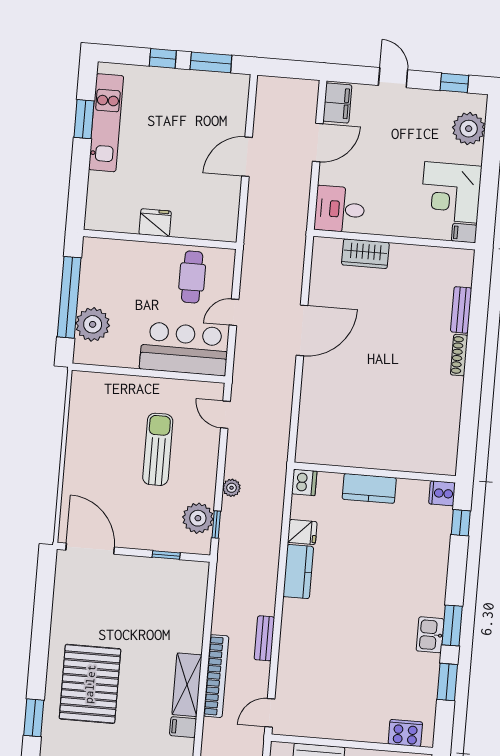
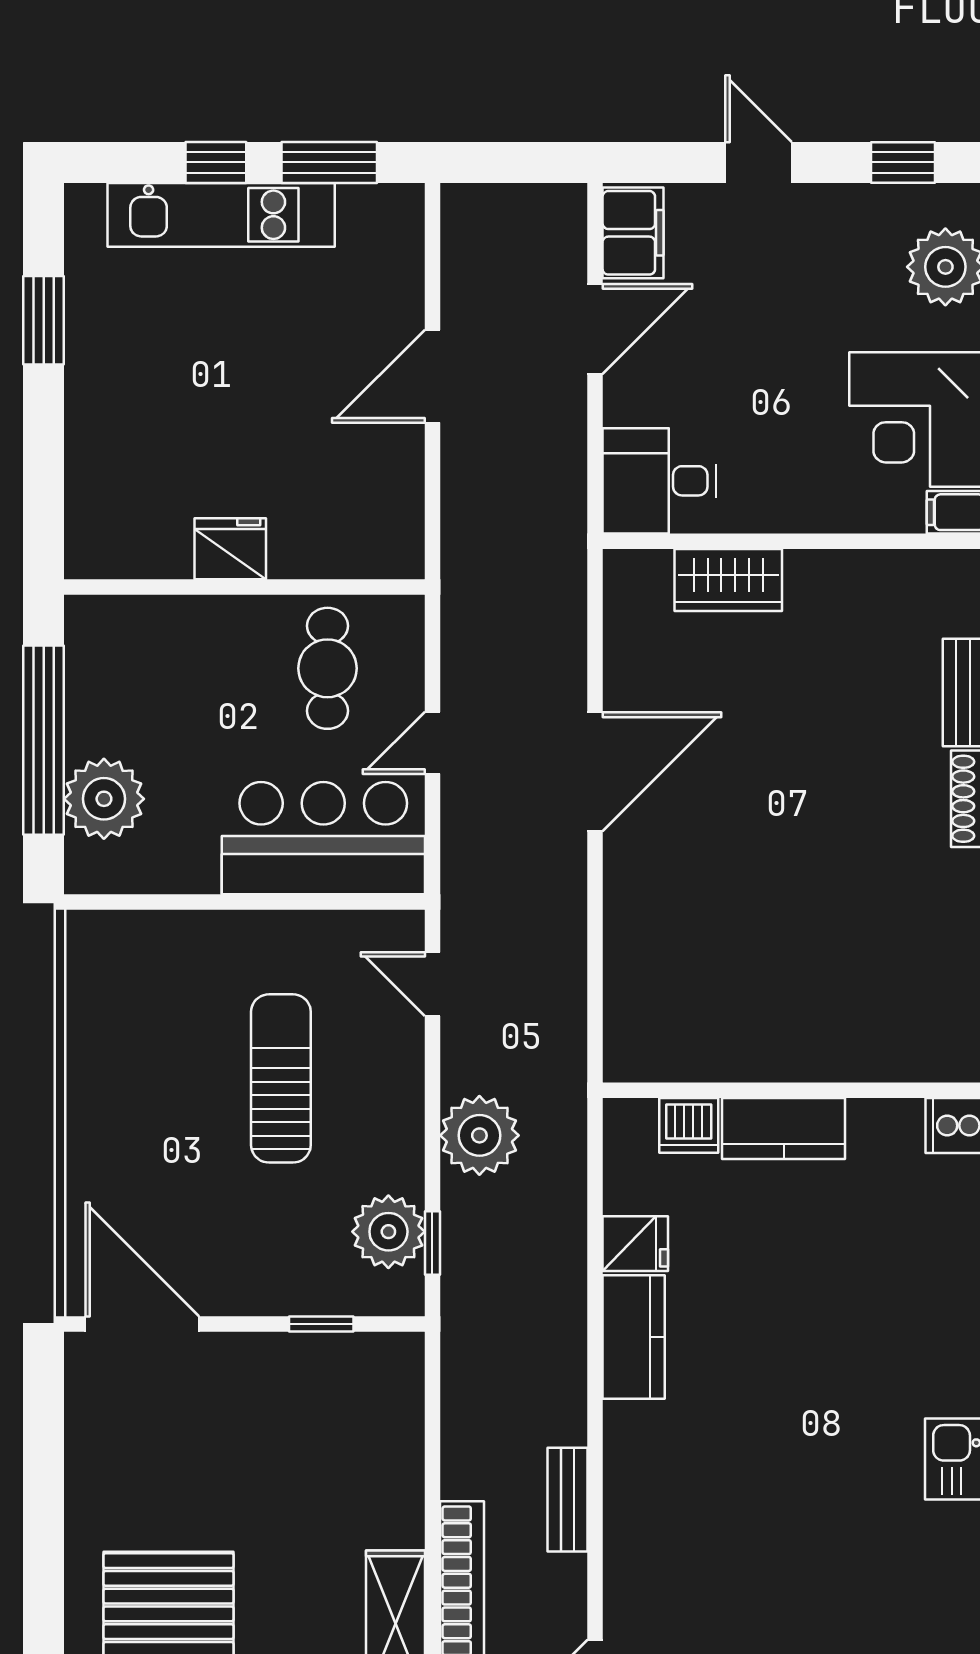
kitchen unit: (106, 123) -> (221, 215), moved, turned 90
dishwasher: (304, 482) -> (689, 1125), moved, turned 90
plant: (232, 488) -> (479, 1135), width x1.87, depth x1.87

